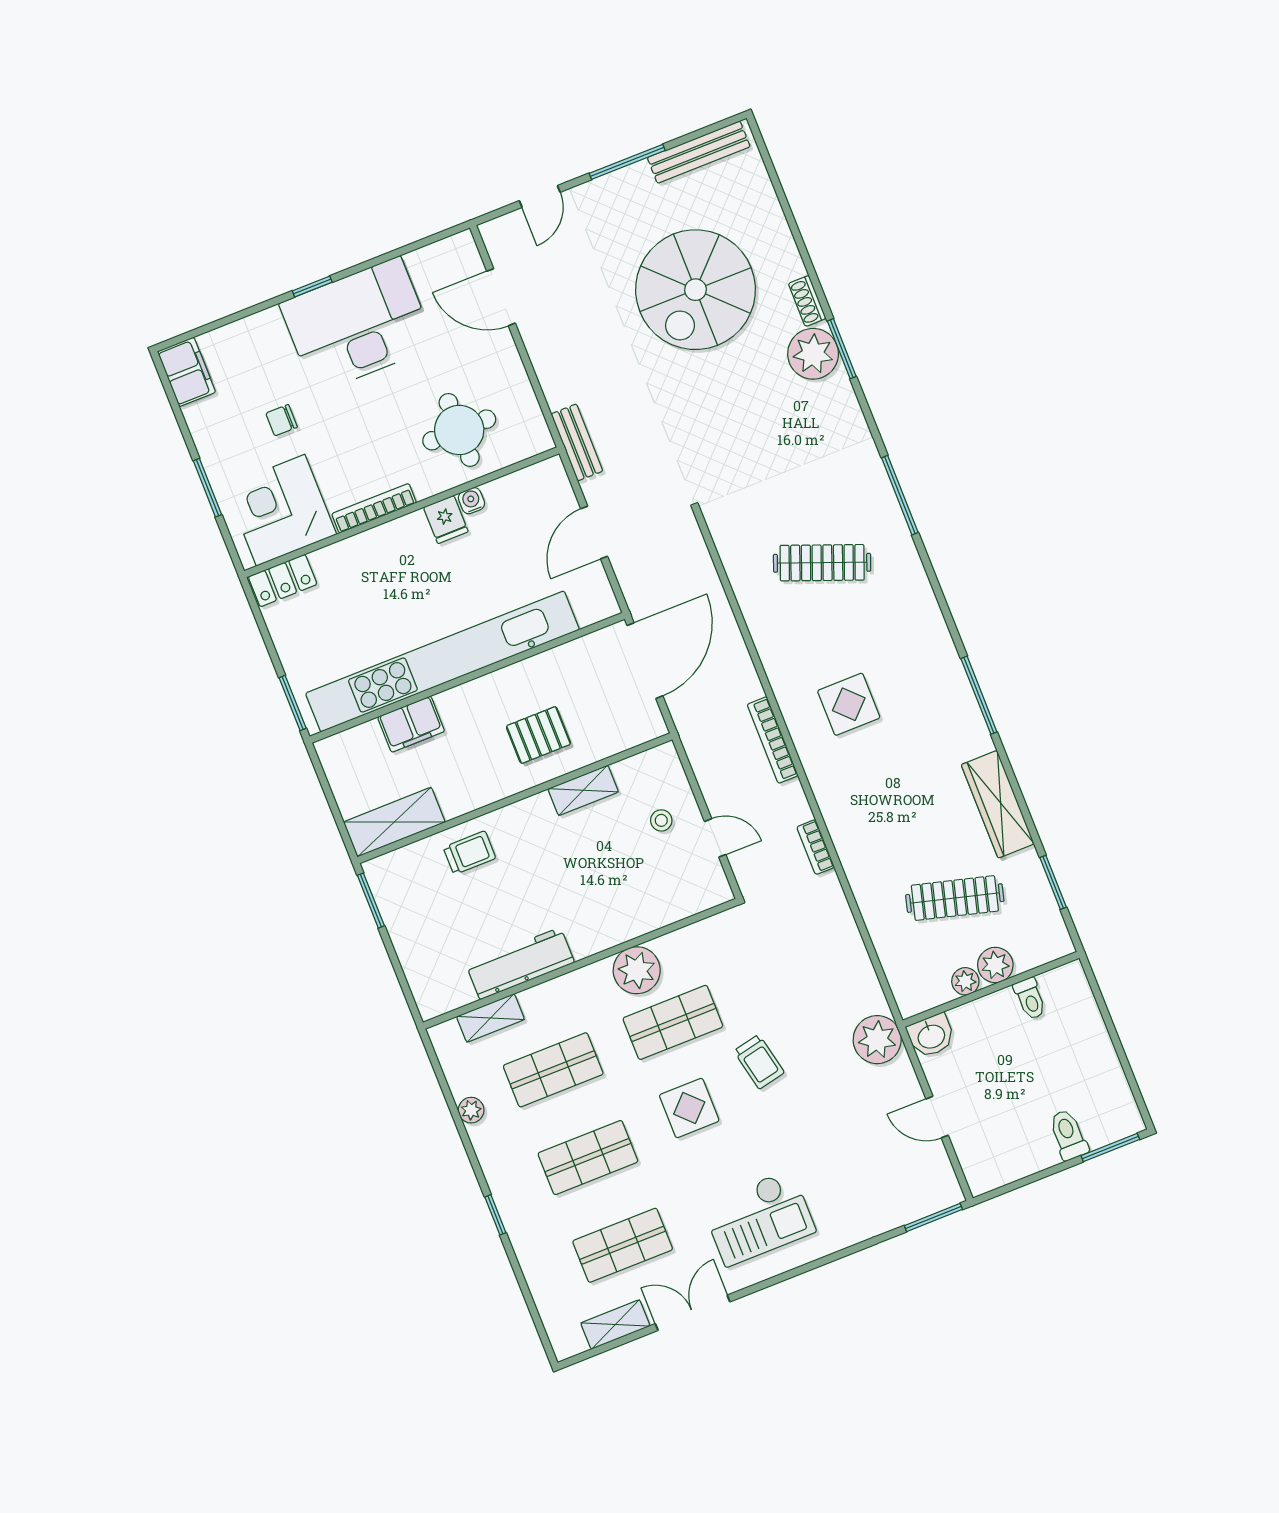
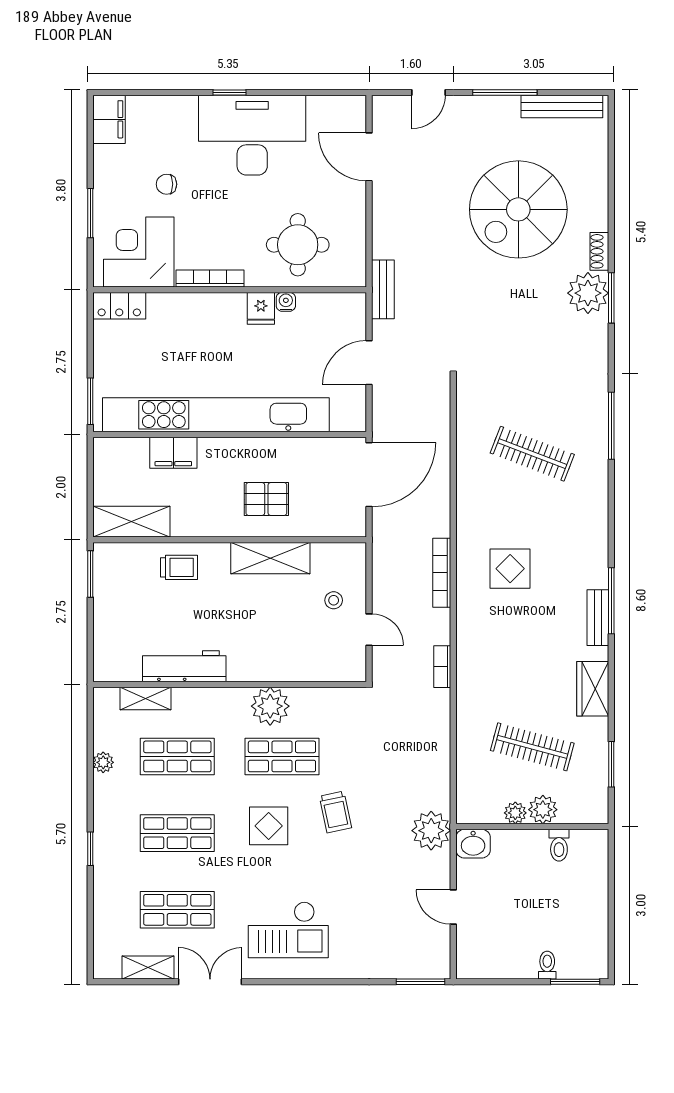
bench: (971, 721) -> (598, 618), added
shelving: (583, 790) -> (270, 558), width x1.50, depth x1.33
wardrobe: (998, 804) -> (593, 689), width x0.67
toilet: (1068, 1135) -> (547, 965), width x0.73, depth x0.72

